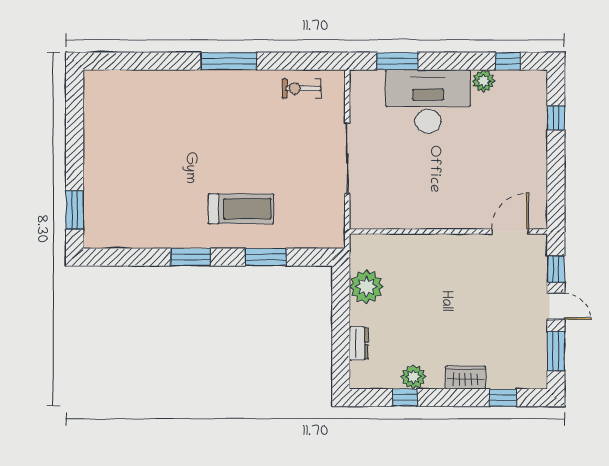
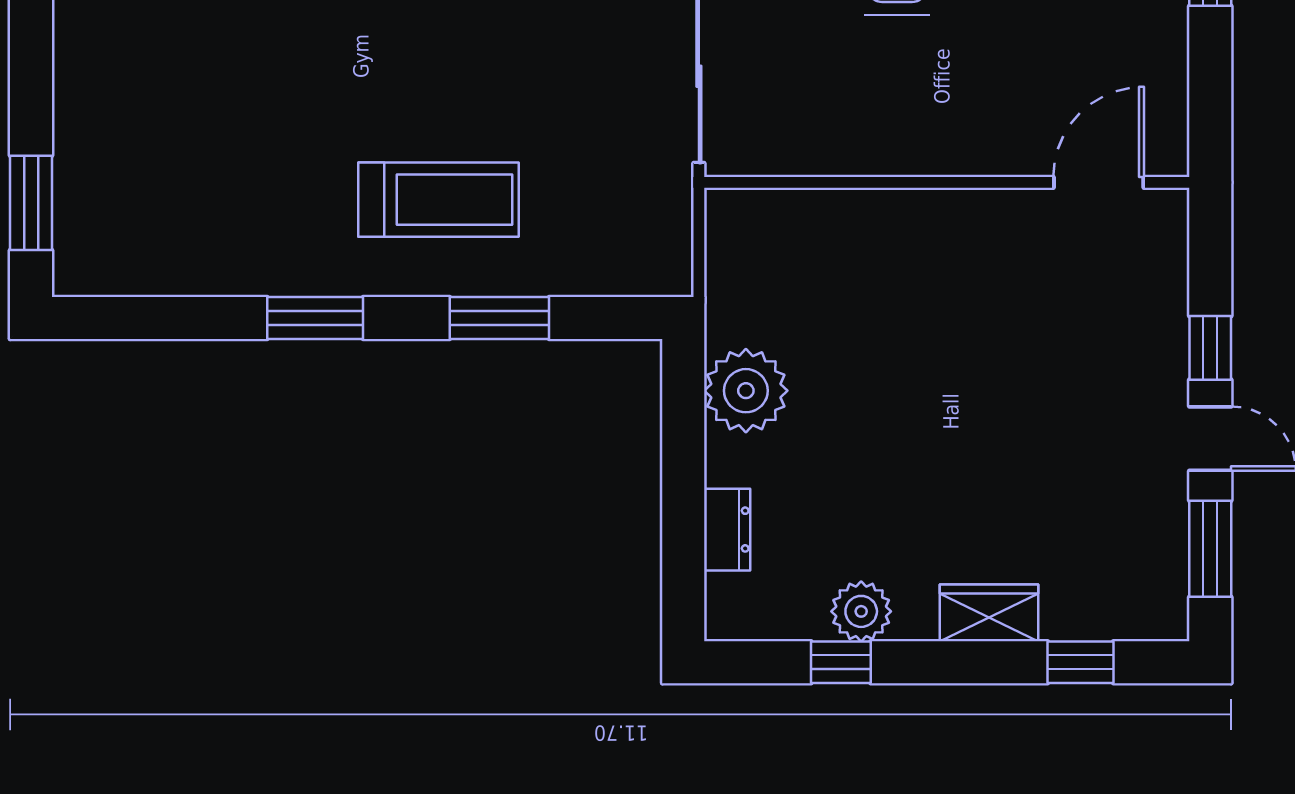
wall: (448, 231) -> (947, 182), moved
door: (510, 231) -> (1099, 182), moved

